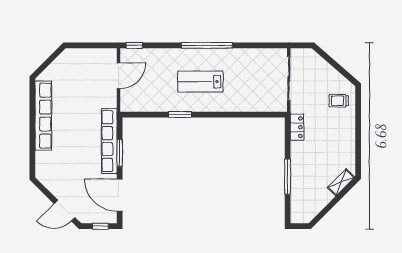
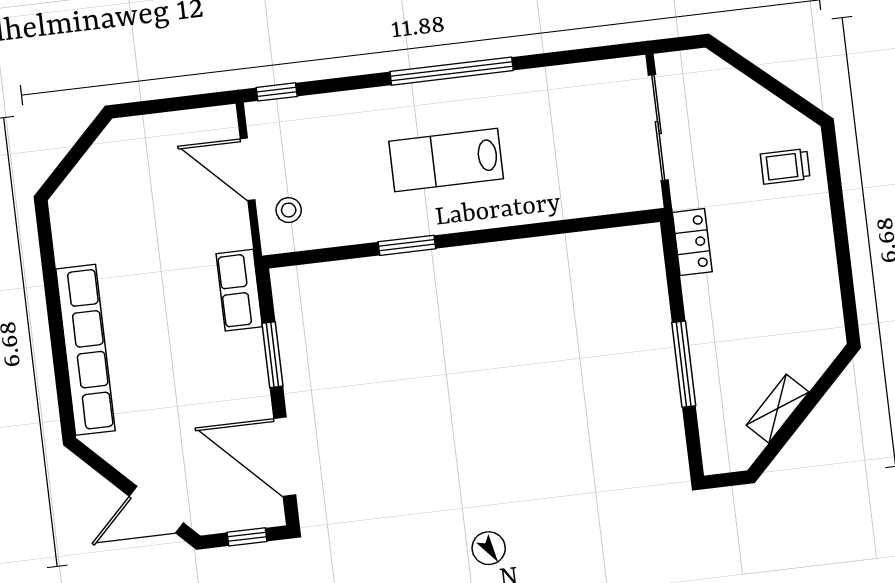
door: (119, 76) -> (248, 169), swing flipped
stool: (133, 94) -> (289, 210), added
row of seats: (43, 116) -> (86, 350), moved
row of seats: (109, 141) -> (239, 290), width x0.50
shelving: (341, 182) -> (778, 409), moved

